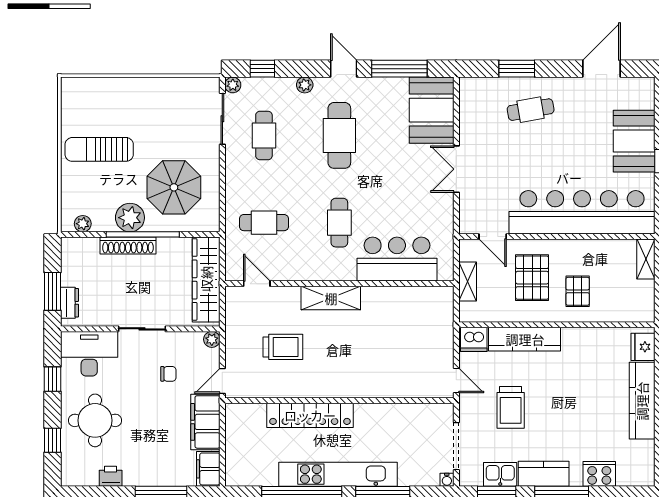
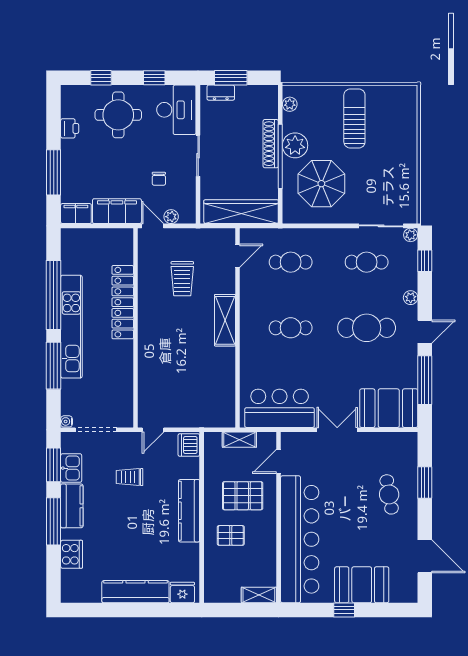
cafe table: (264, 223) -> (291, 262), turned 90
bar counter: (397, 259) -> (280, 408), moved, turned -90
plant: (212, 339) -> (171, 217), moved
kitchen counter: (525, 339) -> (189, 511), moved
trolley: (511, 407) -> (130, 477), width x0.73, depth x0.72

